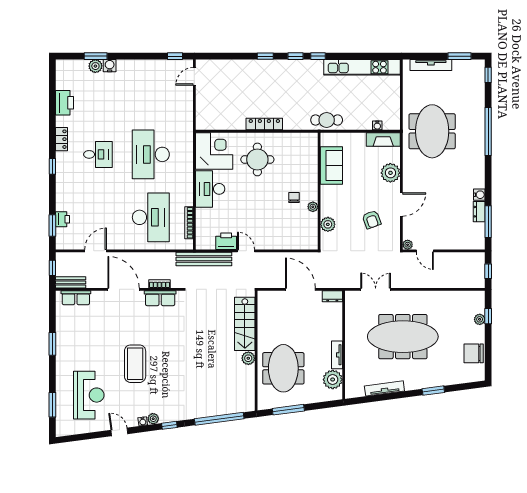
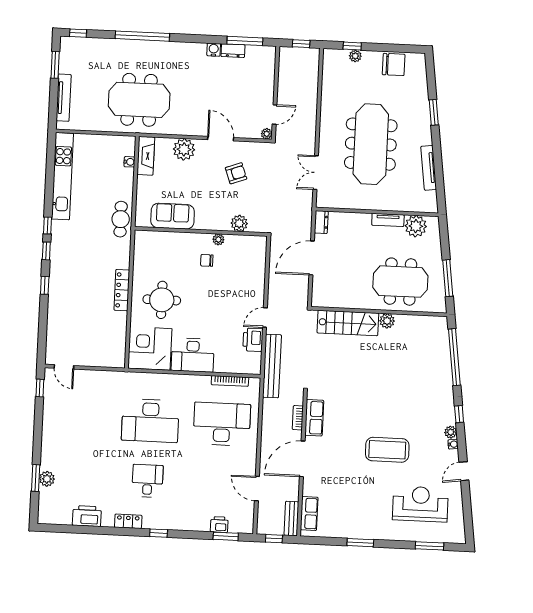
water cooler: (110, 66) -> (47, 463), removed
chair: (474, 353) -> (394, 64), turned -90

